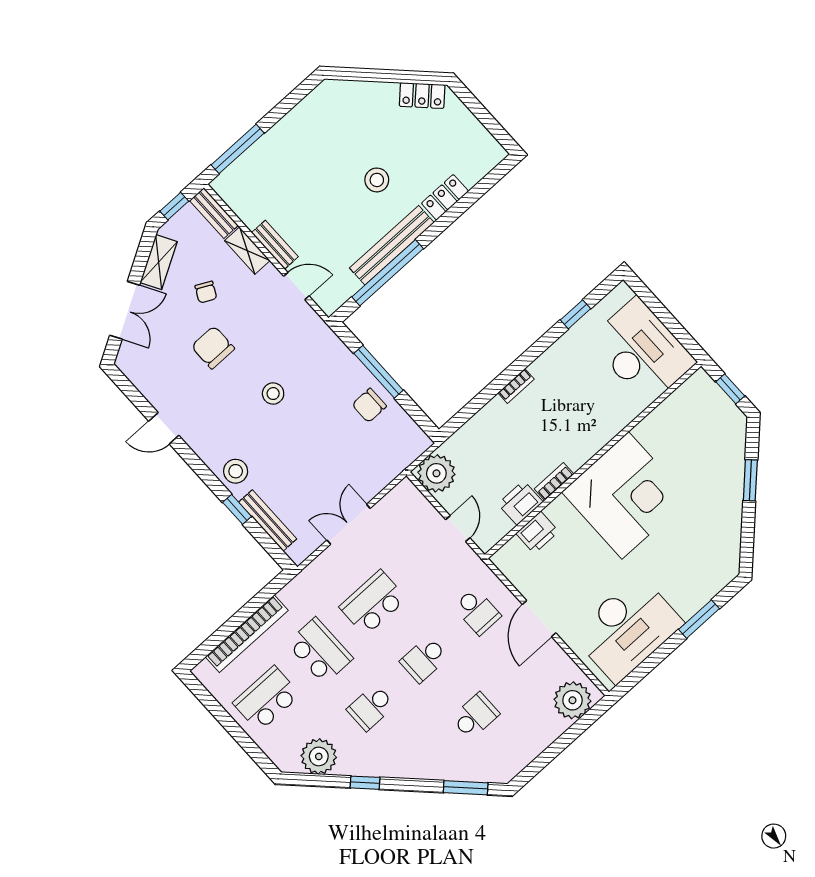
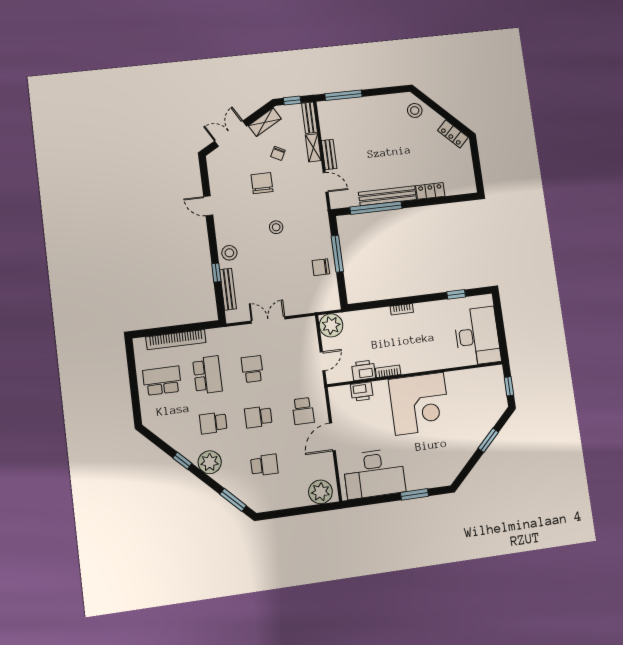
stool: (377, 180) -> (415, 110), moved
double door: (125, 310) -> (231, 134), swing flipped
school desk: (373, 603) -> (252, 369), width x0.54
plant: (319, 756) -> (210, 462), moved

